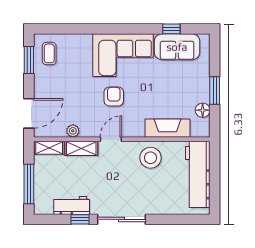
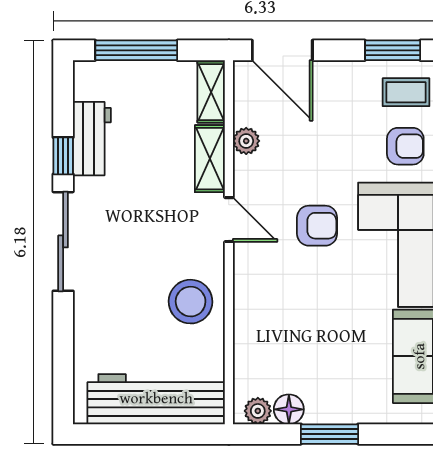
armchair: (75, 54) -> (405, 146), added
plant: (203, 125) -> (258, 411), added
fireplace: (167, 128) -> (252, 337), removed

